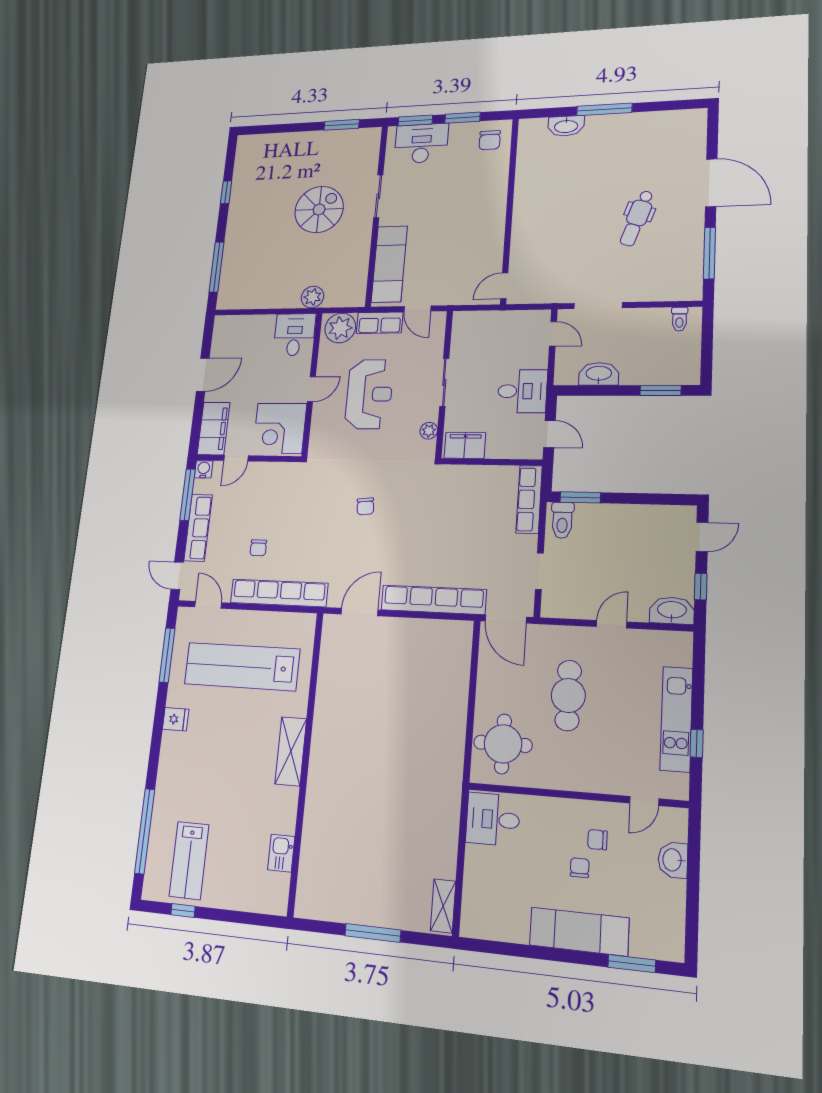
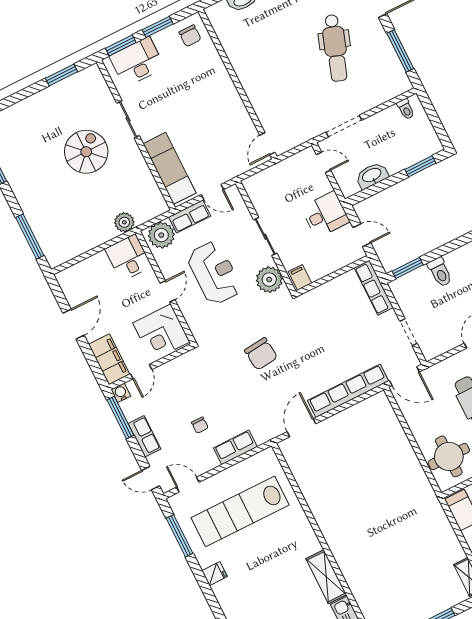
dental chair: (637, 218) -> (335, 48), width x1.36, depth x1.38
plant: (429, 431) -> (269, 280), width x1.87, depth x1.87
filing cabinet: (465, 445) -> (300, 277), width x0.50
chair: (365, 506) -> (261, 354), width x1.87, depth x1.87
toilet: (562, 520) -> (440, 272), moved
row of seats: (198, 528) -> (144, 436), width x0.68
row of seats: (279, 593) -> (235, 447), width x0.50
shelving: (291, 751) -> (326, 577), moved

